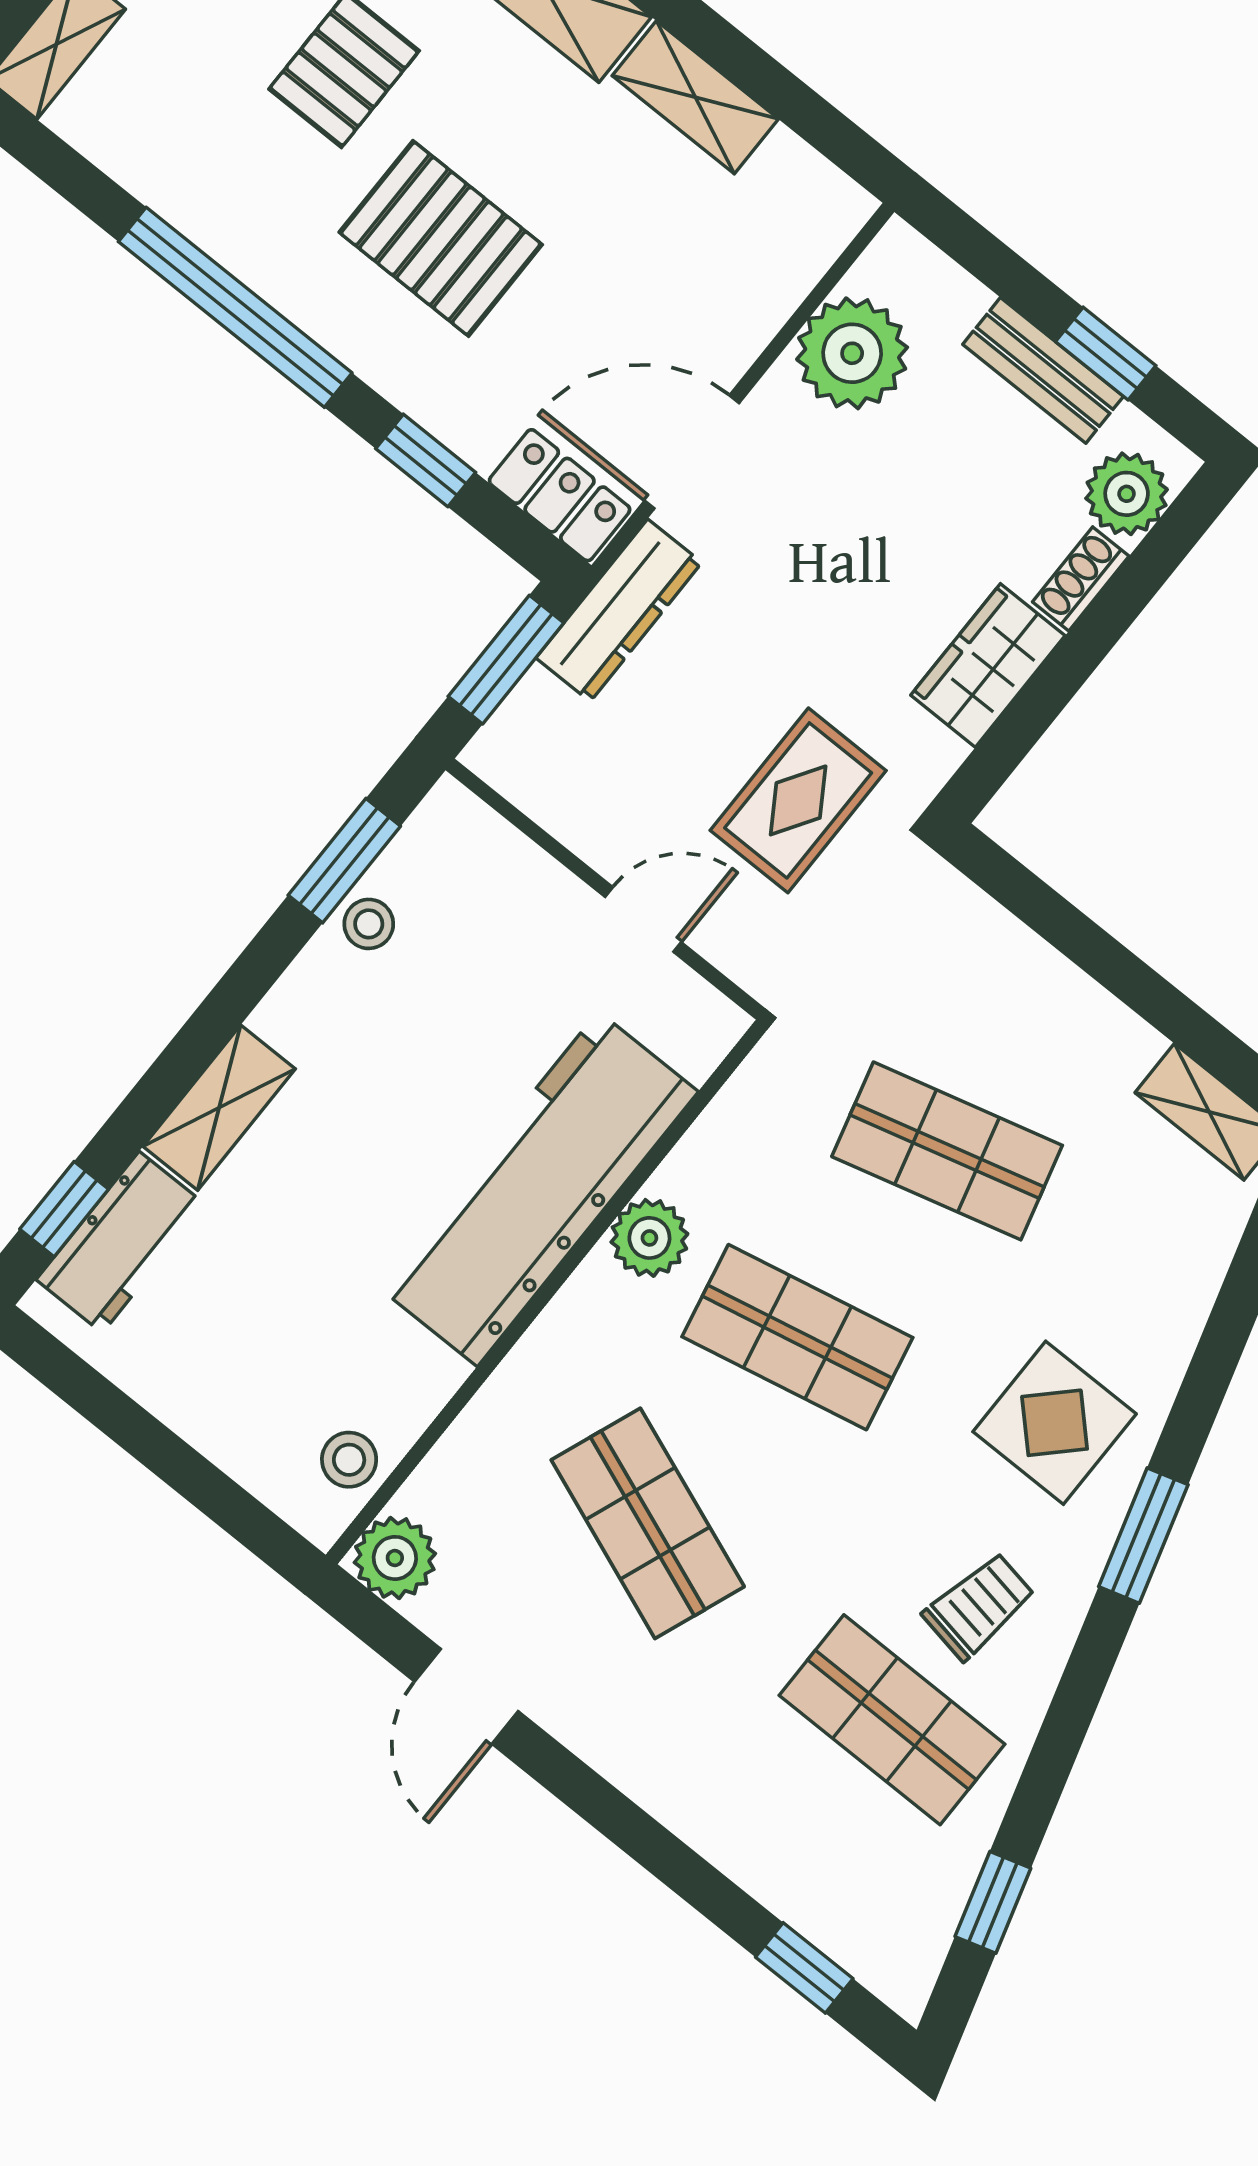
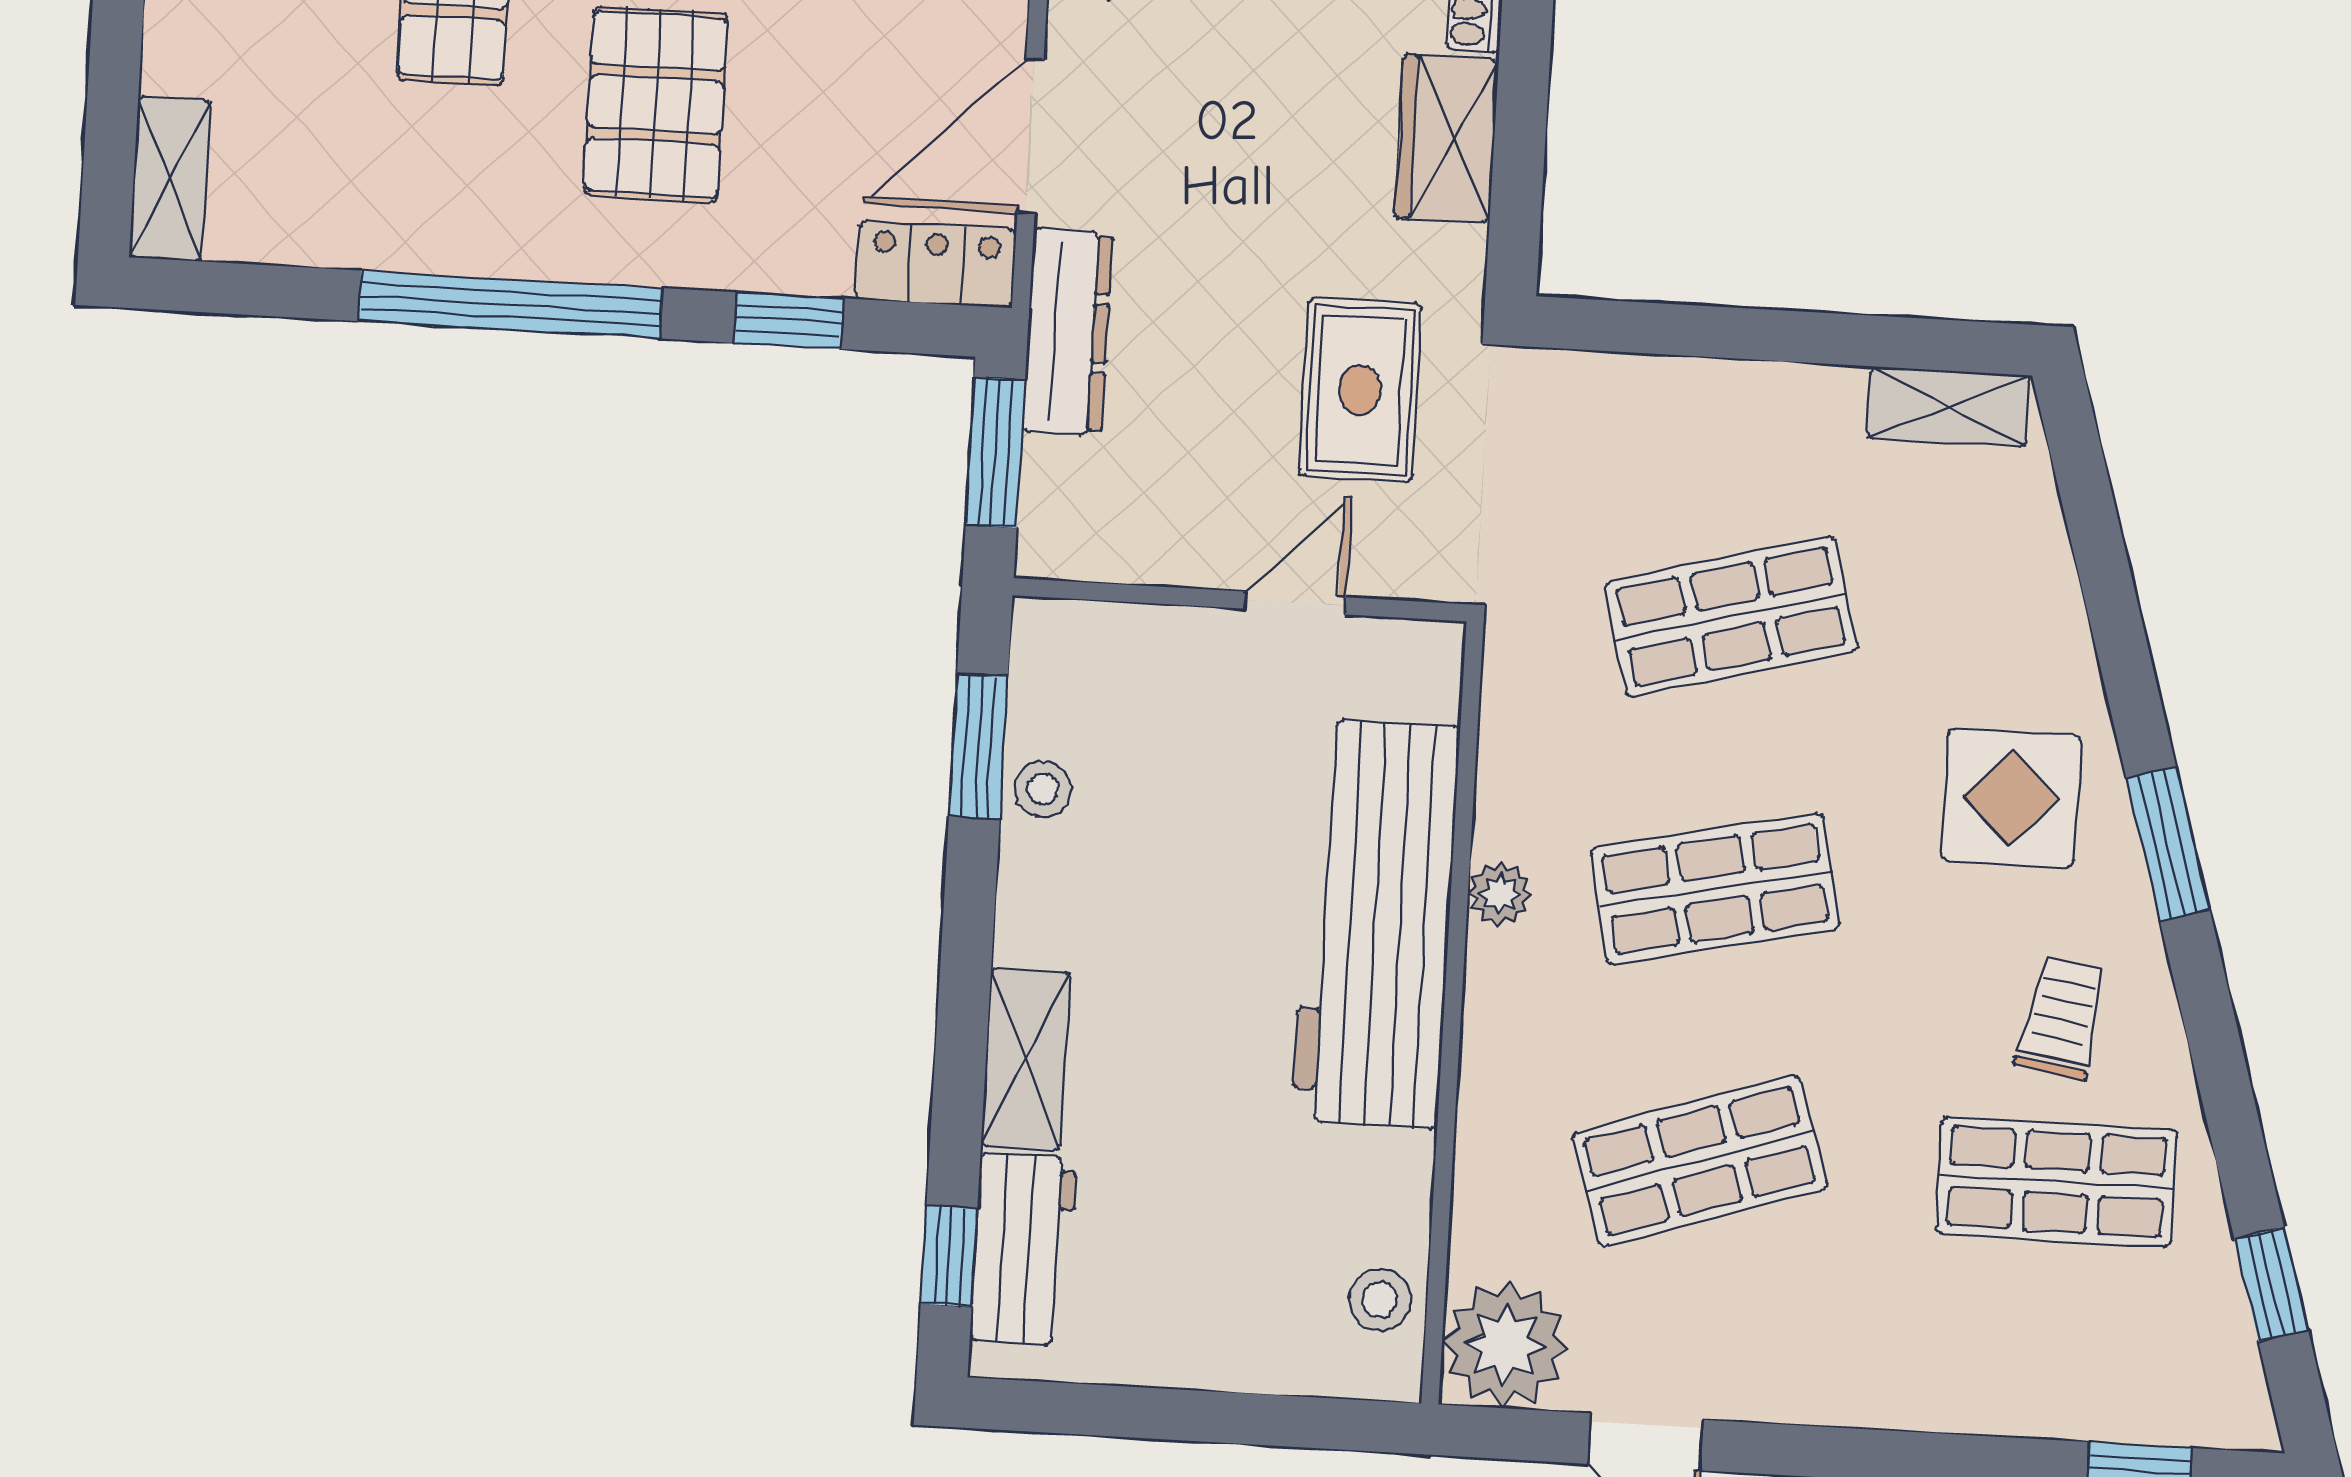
pallet: (441, 238) -> (656, 104), turned 90
plant: (649, 1238) -> (1500, 894), width x0.73, depth x0.73
shop shelf: (648, 1523) -> (1699, 1161), turned -39
plant: (395, 1558) -> (1505, 1345), width x1.36, depth x1.36

